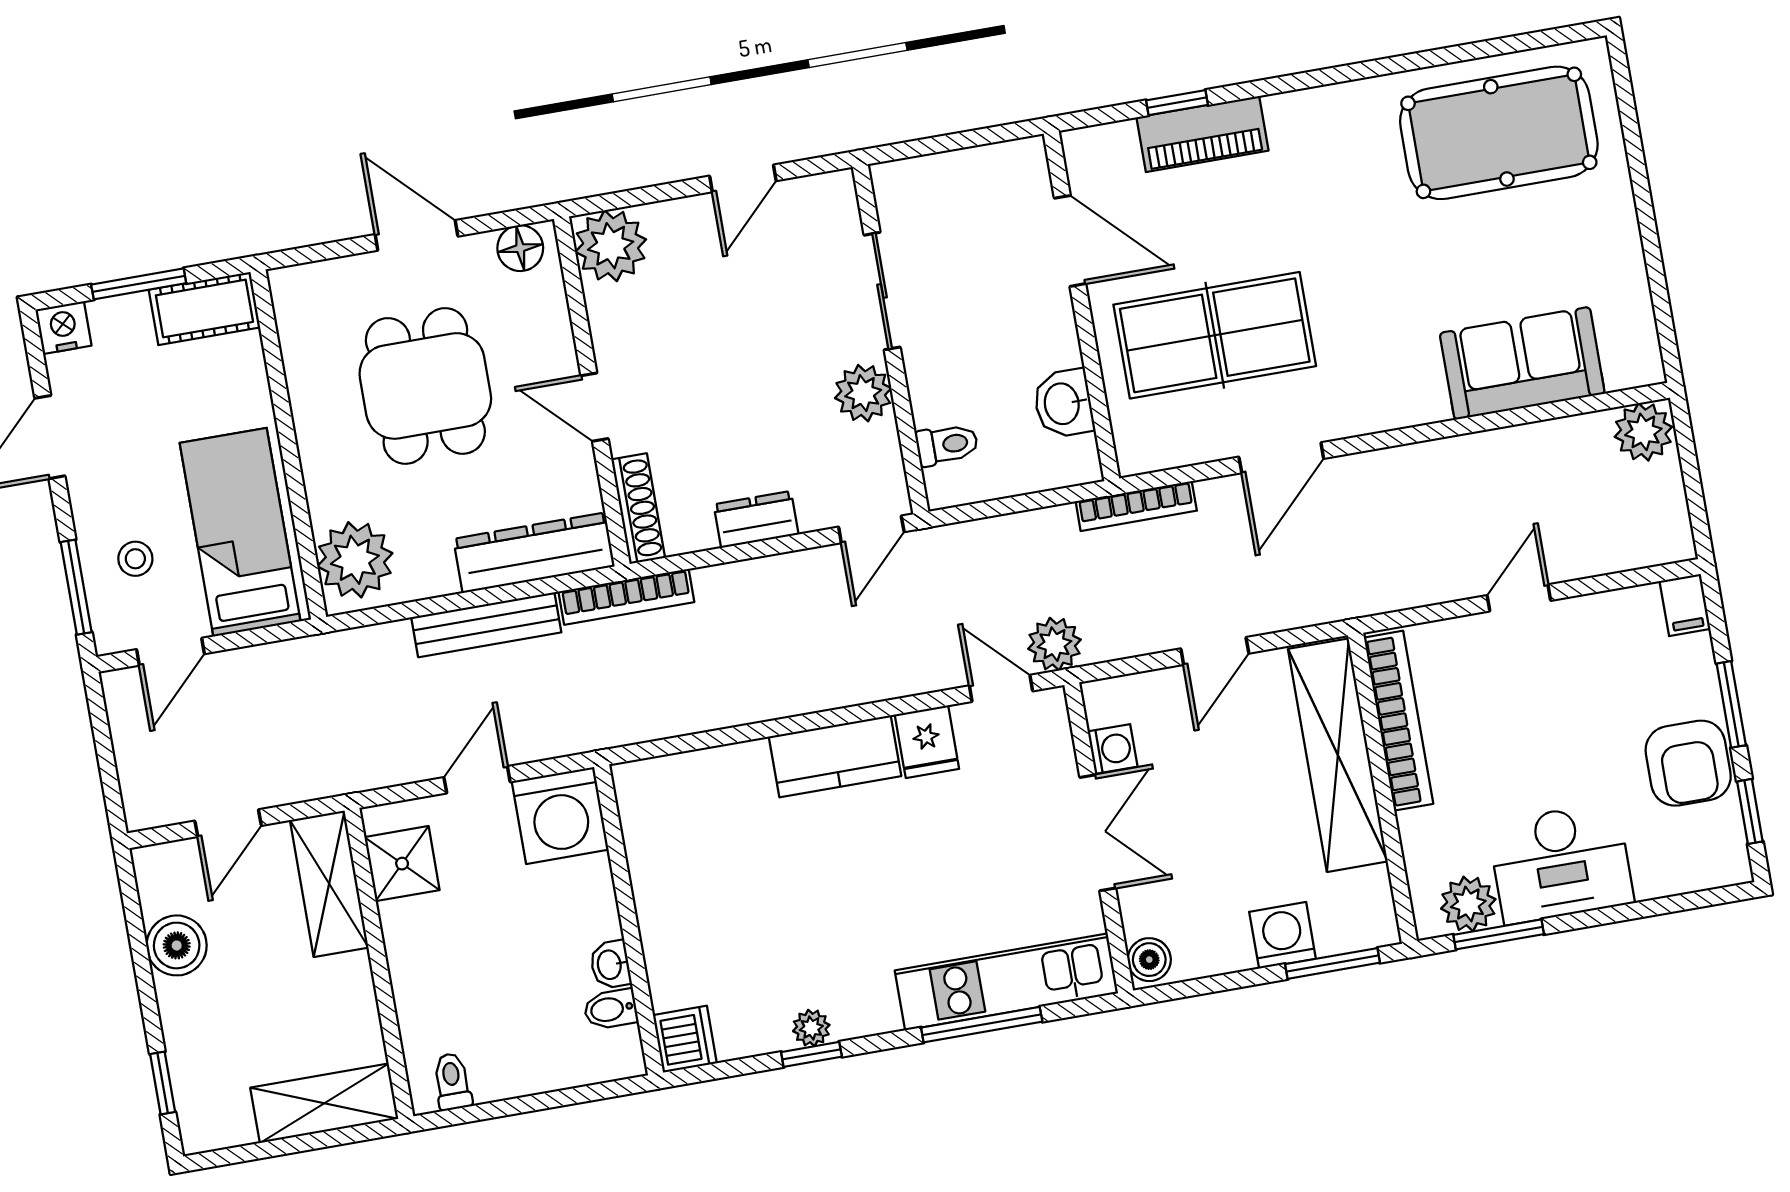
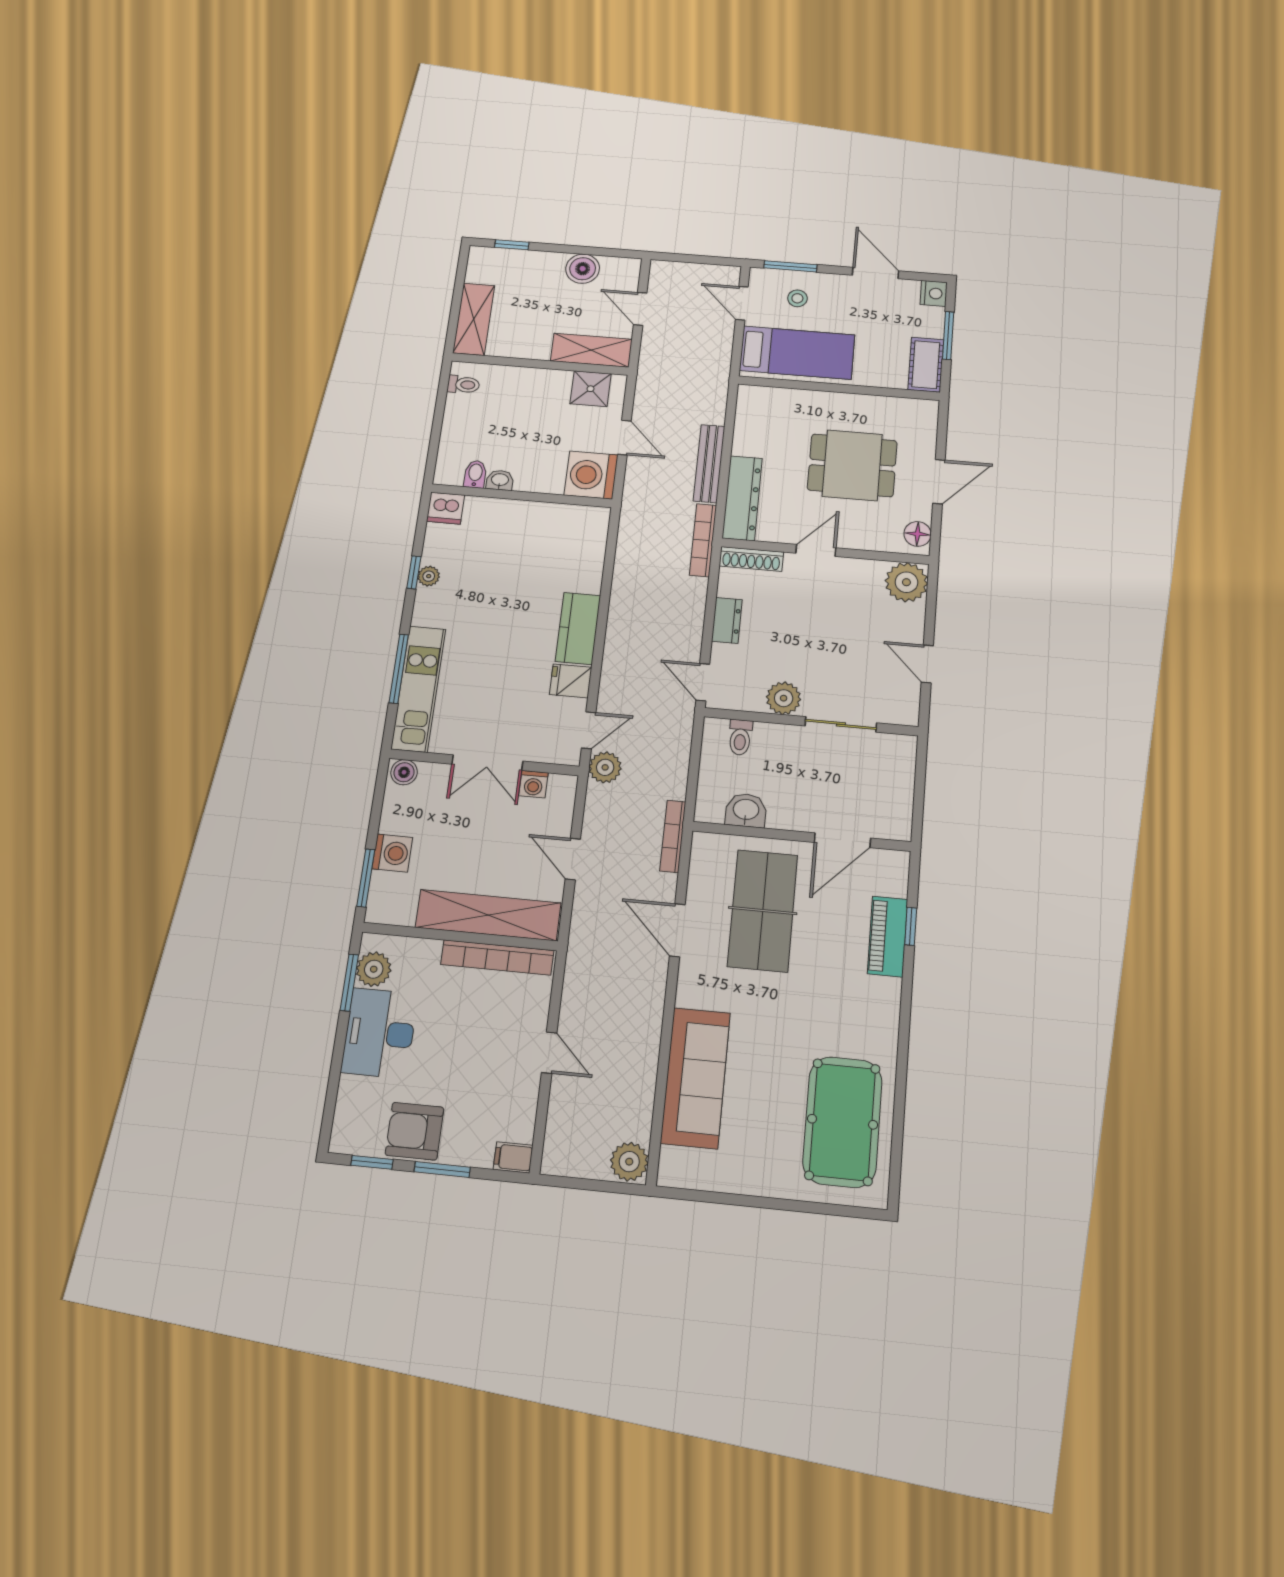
sofa: (1522, 363) -> (696, 1078), width x1.36
plant: (355, 560) -> (765, 406), removed

